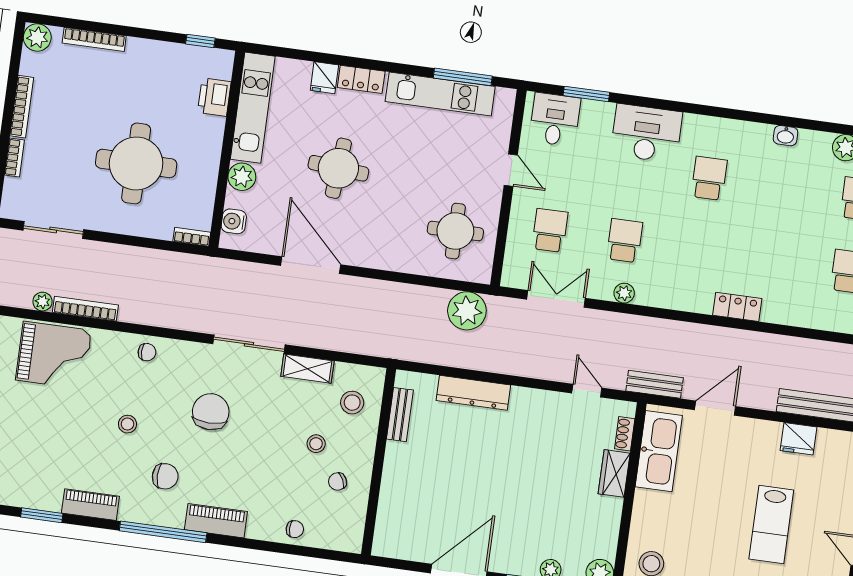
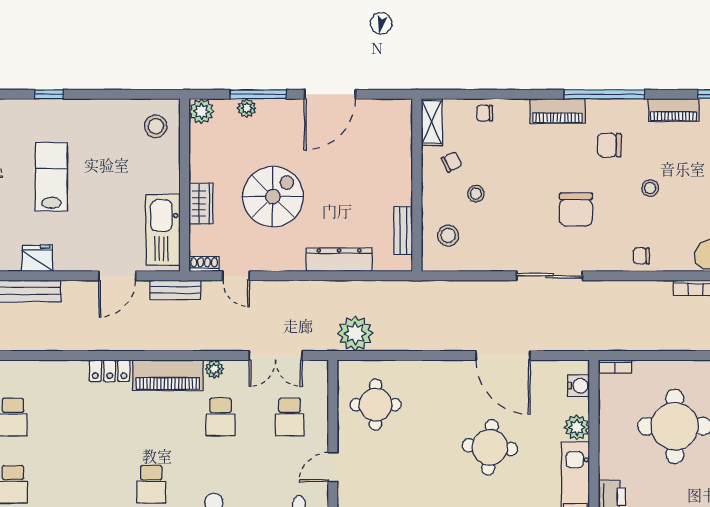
door: (511, 170) -> (333, 467), hinge flipped
piano: (675, 293) -> (168, 375), added
shelving: (307, 369) -> (432, 122), moved, turned 90
shoe rack: (625, 434) -> (204, 264), moved, turned -90
spiral stairs: (535, 471) -> (273, 197), added

